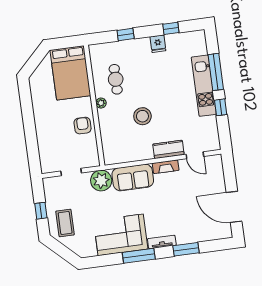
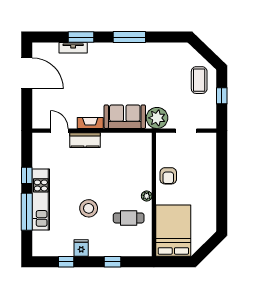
cafe table: (116, 79) -> (129, 218), turned 90
stool: (142, 116) -> (89, 208), moved
corner sofa: (121, 235) -> (145, 61), removed
tv unit: (162, 242) -> (73, 48), moved

